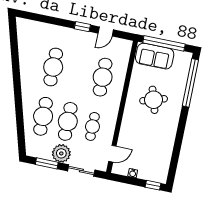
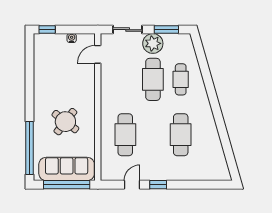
sofa: (155, 56) -> (67, 169), width x1.36
round table: (154, 100) -> (65, 122), turned -35
cafe table: (43, 116) -> (181, 79), width x0.73, depth x0.74
cafe table: (92, 126) -> (125, 79), removed

